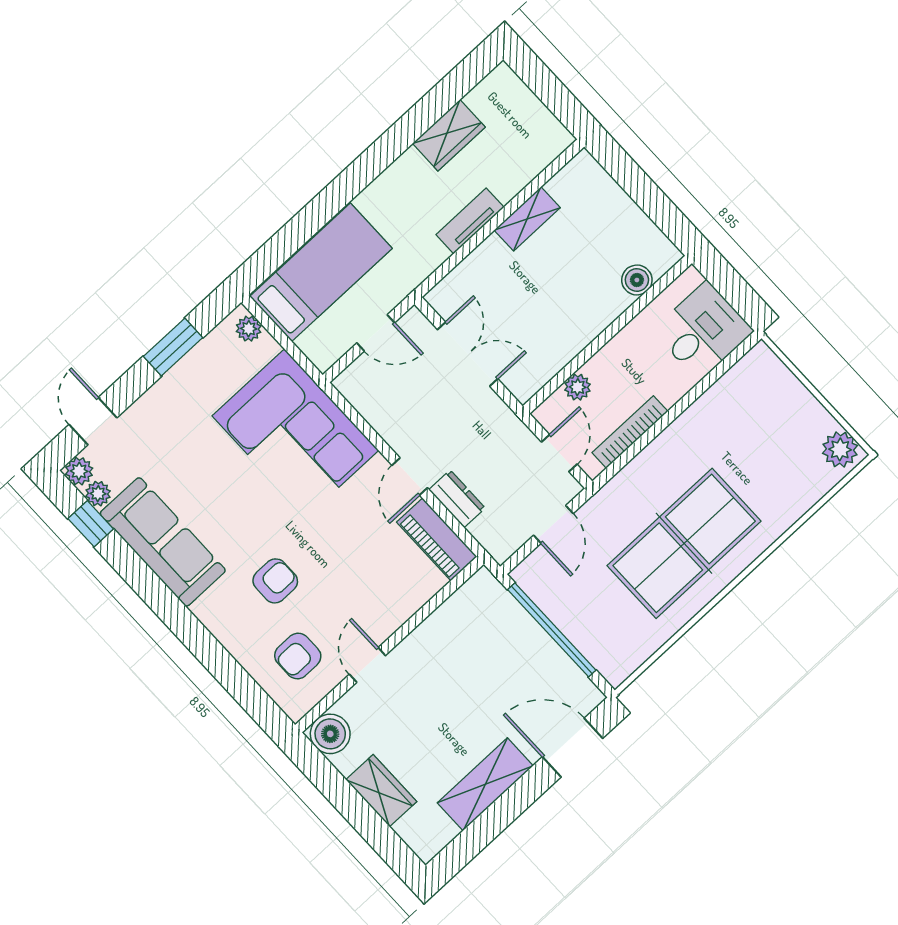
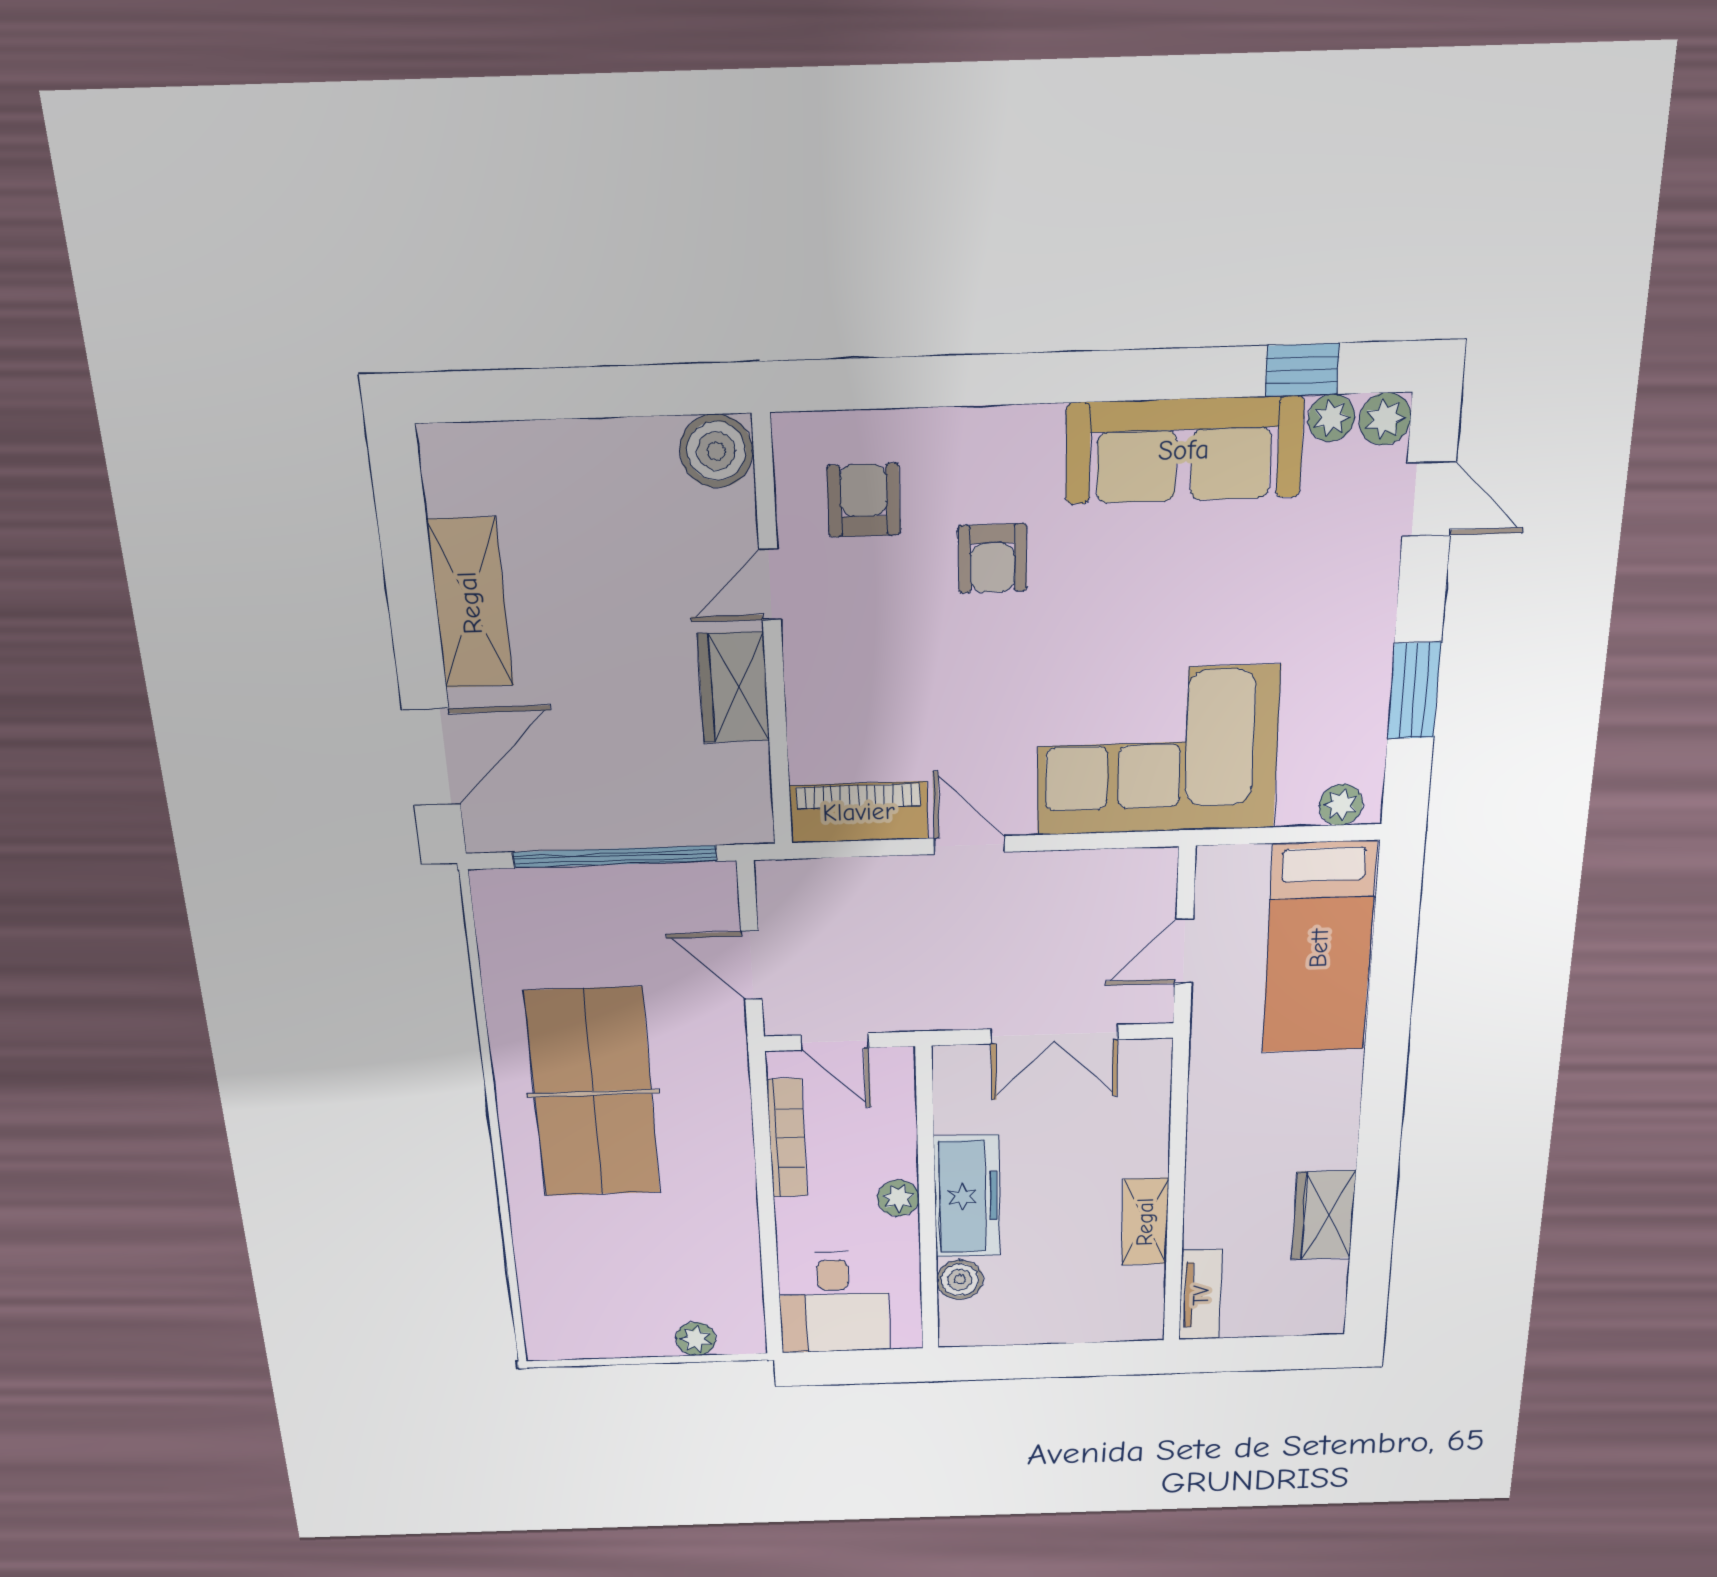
tv unit: (470, 221) -> (1201, 1295), moved
freezer: (588, 318) -> (967, 1197), added
plant: (578, 387) -> (898, 1198), moved
plant: (840, 449) -> (696, 1339), moved, width x0.73, depth x0.73
dresser: (457, 499) -> (888, 879), removed
door: (367, 665) -> (770, 584), swing flipped
wardrobe: (381, 791) -> (734, 687), moved, turned 90

